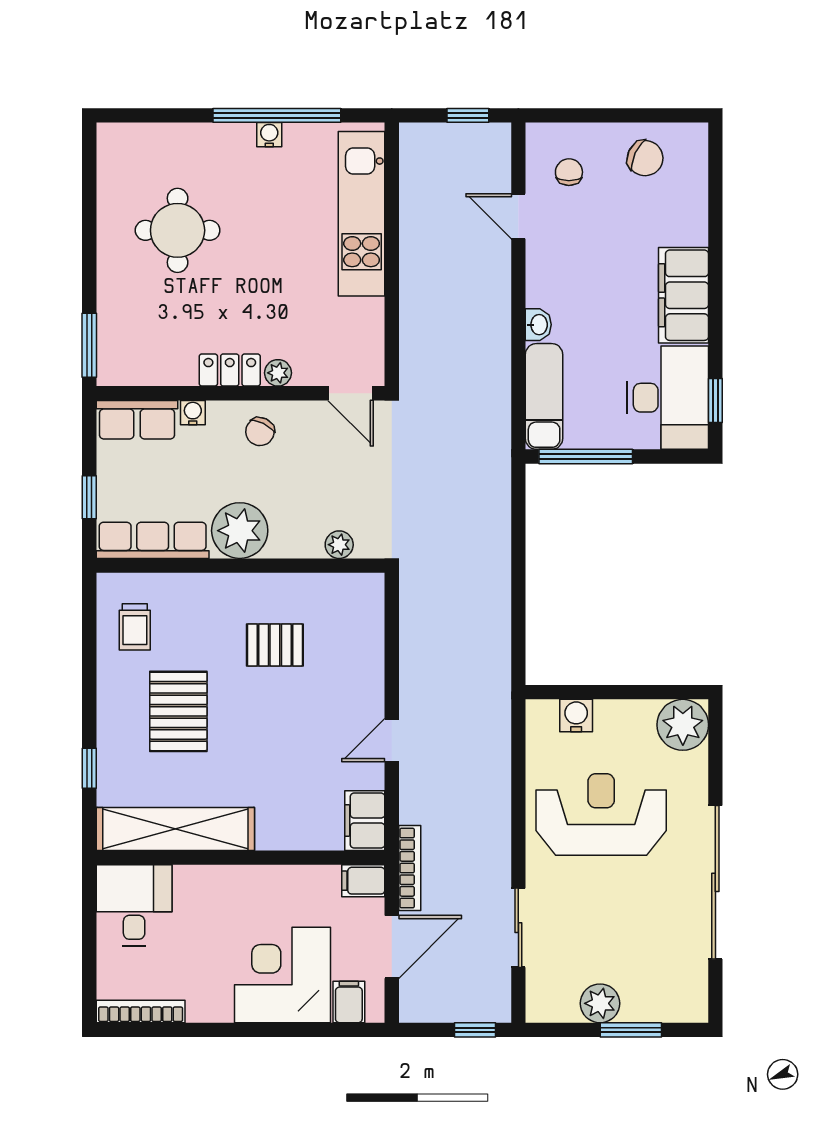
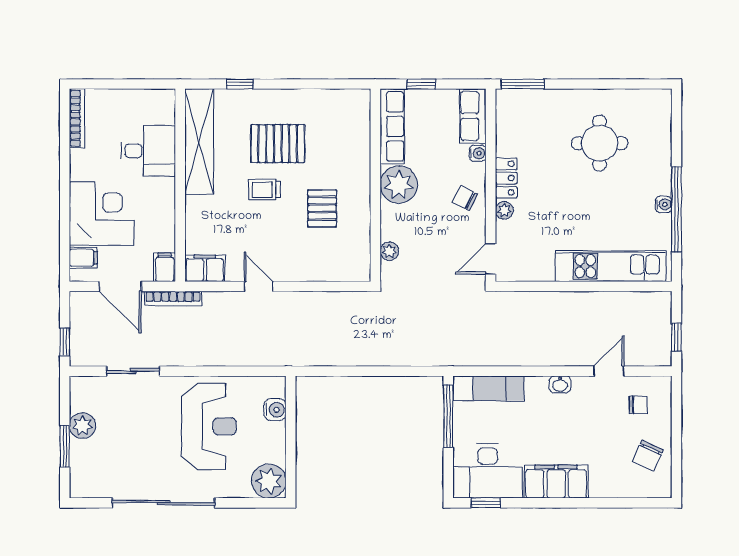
washbasin: (538, 325) -> (560, 384), moved
trolley: (135, 627) -> (264, 190), moved
desk: (134, 905) -> (148, 151), moved

